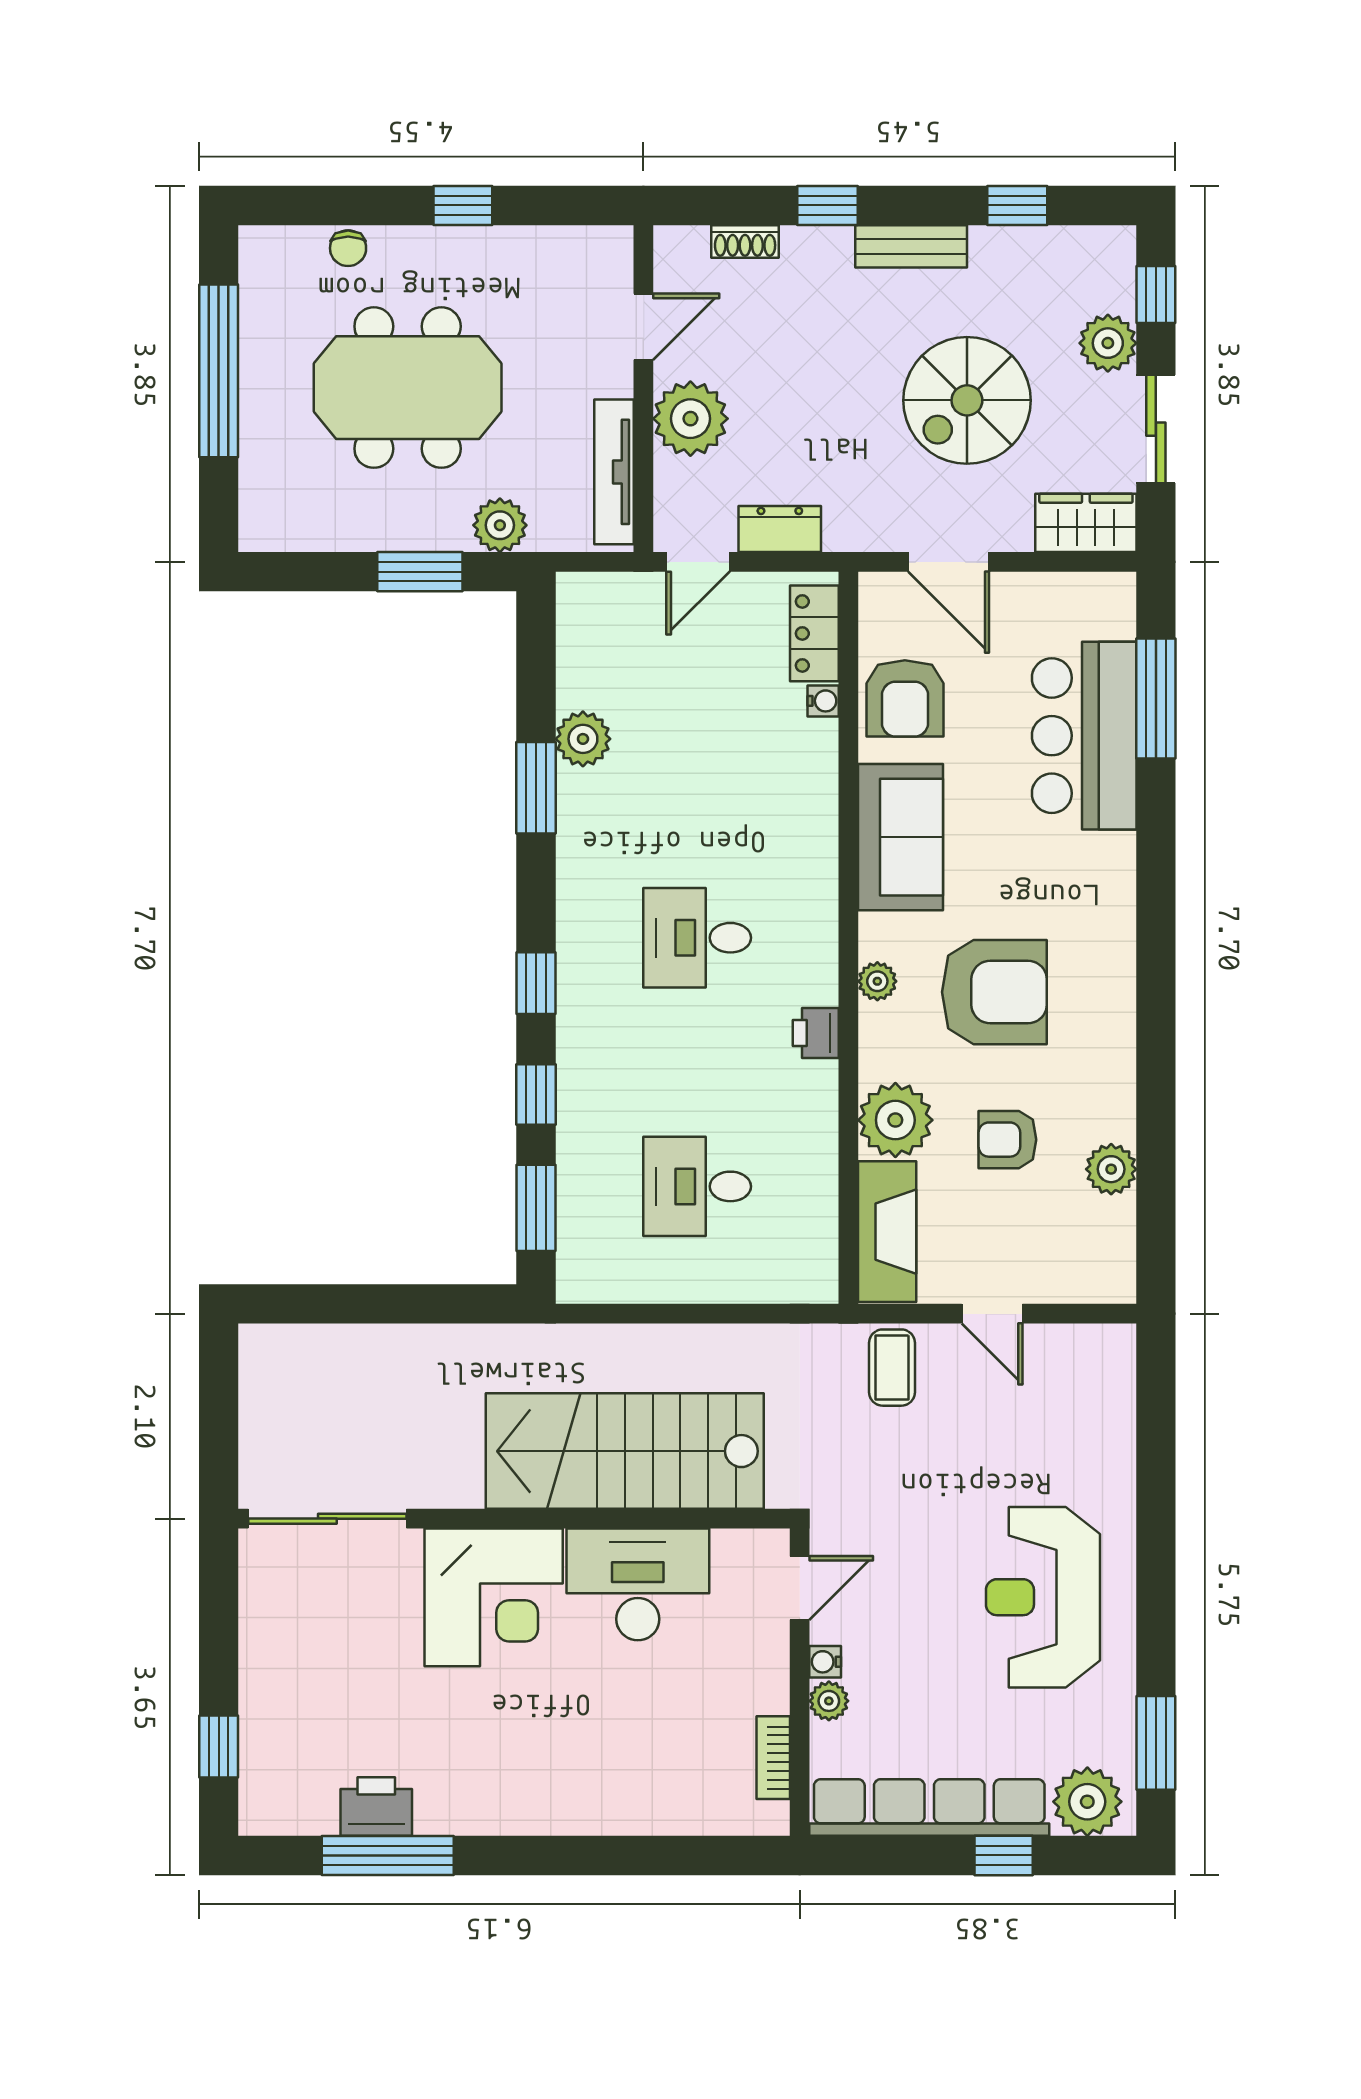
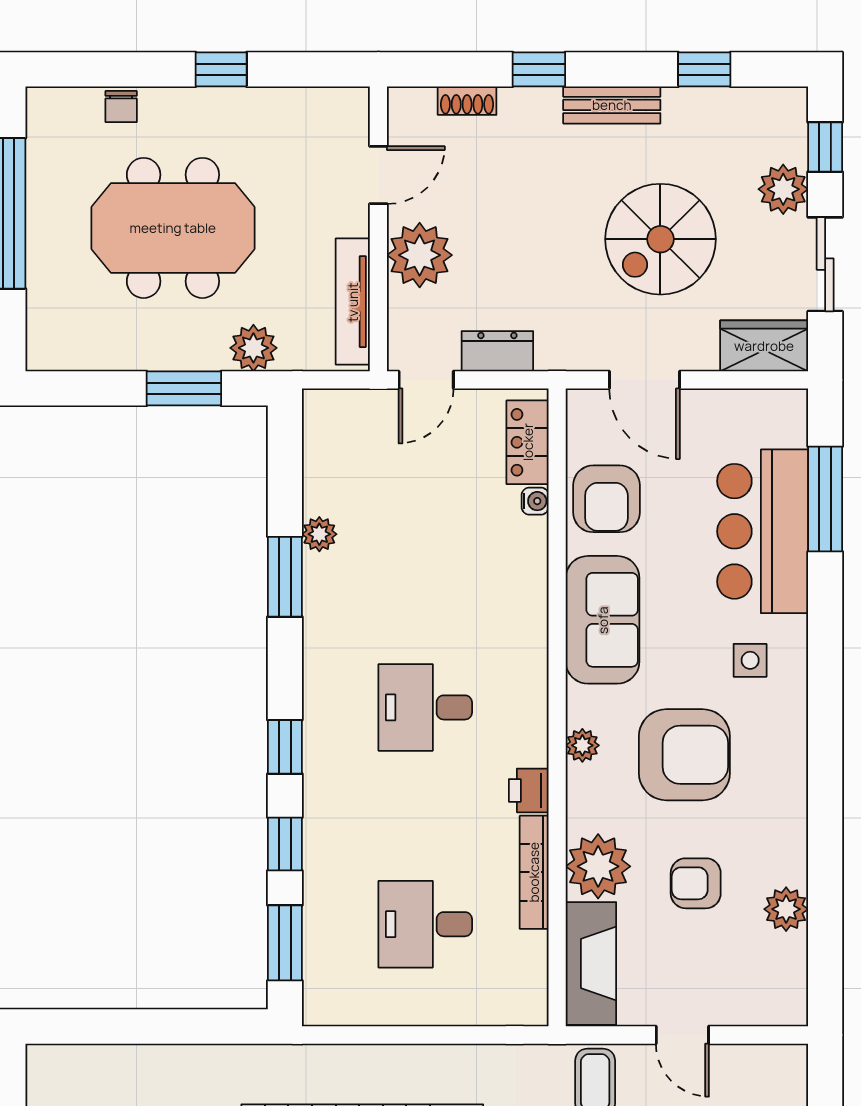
plant: (583, 739) -> (319, 534), width x0.73, depth x0.73
side table: (1070, 884) -> (750, 660), added
bookcase: (822, 1127) -> (534, 872), added

